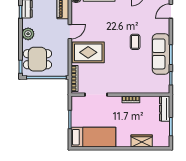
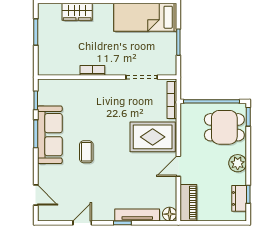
door: (171, 11) -> (36, 195), hinge flipped
dresser: (165, 109) -> (45, 57), removed

